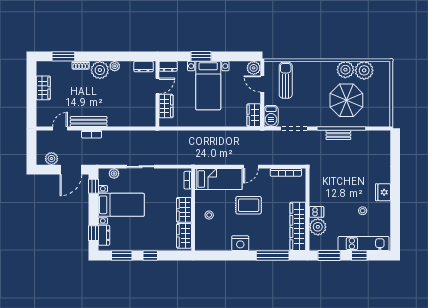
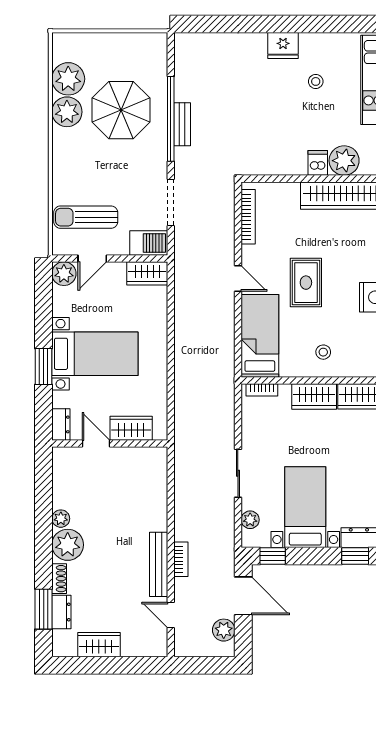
dresser: (143, 66) -> (61, 612), moved

